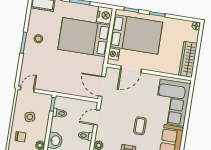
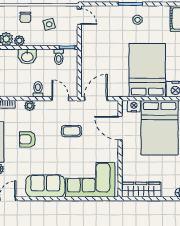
coffee table: (140, 126) -> (72, 131), moved

